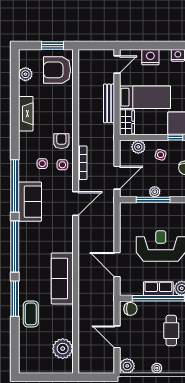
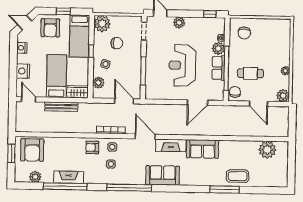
plant: (155, 192) -> (136, 70), removed
sofa: (30, 202) -> (163, 175), moved
fireplace: (66, 234) -> (171, 145), added
window: (15, 246) -> (65, 186), moved
sofa: (62, 278) -> (202, 149), width x0.73
cafe table: (171, 331) -> (251, 73), moved
door: (117, 337) -> (258, 104), hinge flipped

